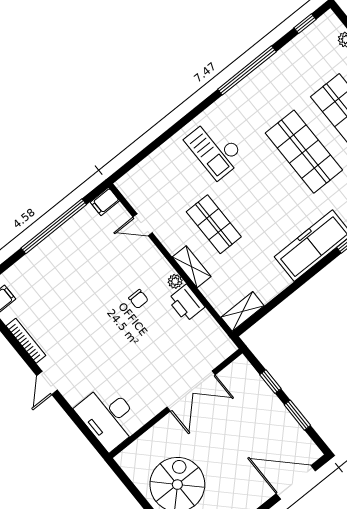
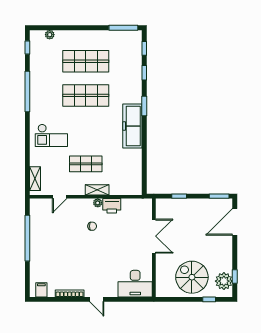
filing cabinet: (105, 201) -> (35, 205), removed
shelving: (243, 311) -> (35, 179), moved
window: (297, 415) -> (219, 196), moved

